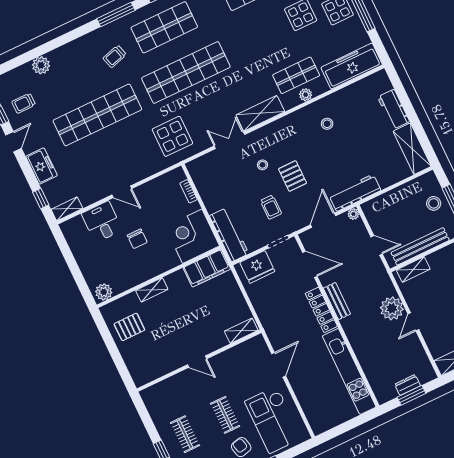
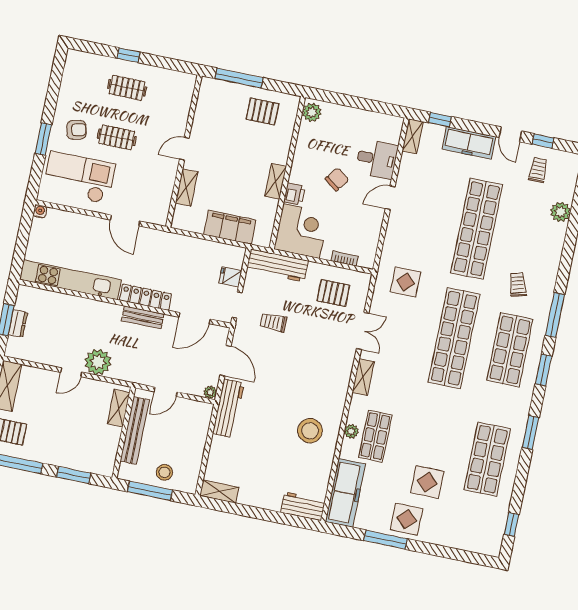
workbench: (394, 109) -> (303, 506), moved
shelving: (260, 113) -> (363, 377), width x0.67, depth x0.75
stool: (327, 124) -> (310, 431), width x1.89, depth x1.89
display table: (172, 136) -> (405, 282), width x0.73, depth x0.73
shelving: (412, 149) -> (219, 491), width x0.67, depth x0.75
stool: (262, 165) -> (317, 344), removed
freezer: (42, 166) -> (469, 143), width x1.40
pallet: (293, 176) -> (333, 293), moved
chair: (137, 239) -> (337, 179), turned 127
printer: (170, 261) -> (294, 194), added
fridge: (257, 267) -> (230, 277), width x0.53, depth x0.75
filing cabinet: (207, 268) -> (230, 227), moved, turned 90
shelving: (152, 290) -> (276, 181), moved
door: (413, 322) -> (71, 372), swing flipped
pallet: (129, 327) -> (262, 111), turned 90
shelving: (241, 331) -> (187, 187), moved
window: (119, 361) -> (239, 78), added
water cooler: (318, 429) -> (40, 211), added

